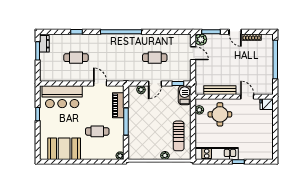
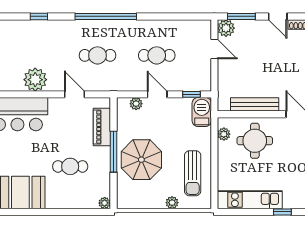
cafe table: (76, 58) -> (97, 55), moved
plant: (74, 74) -> (35, 80), added
door: (155, 84) -> (157, 94), swing flipped
parasol: (145, 127) -> (141, 160), added

